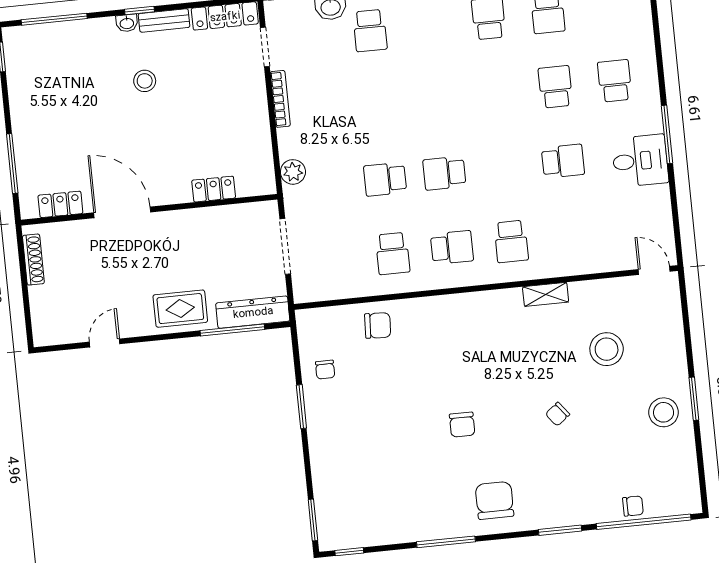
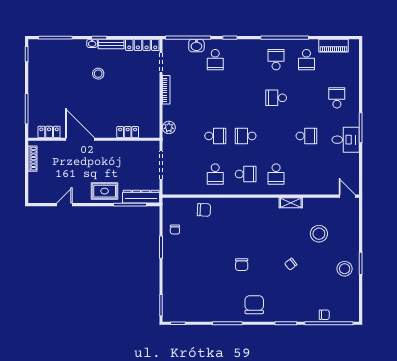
school desk: (555, 87) -> (276, 98), moved, turned -90
school desk: (385, 179) -> (215, 136), turned 180

